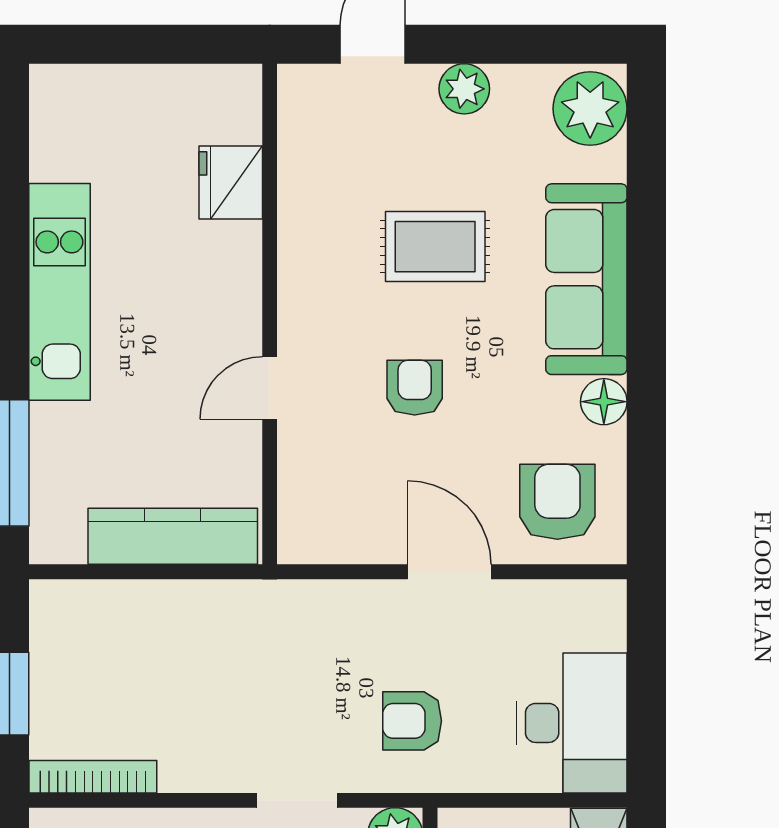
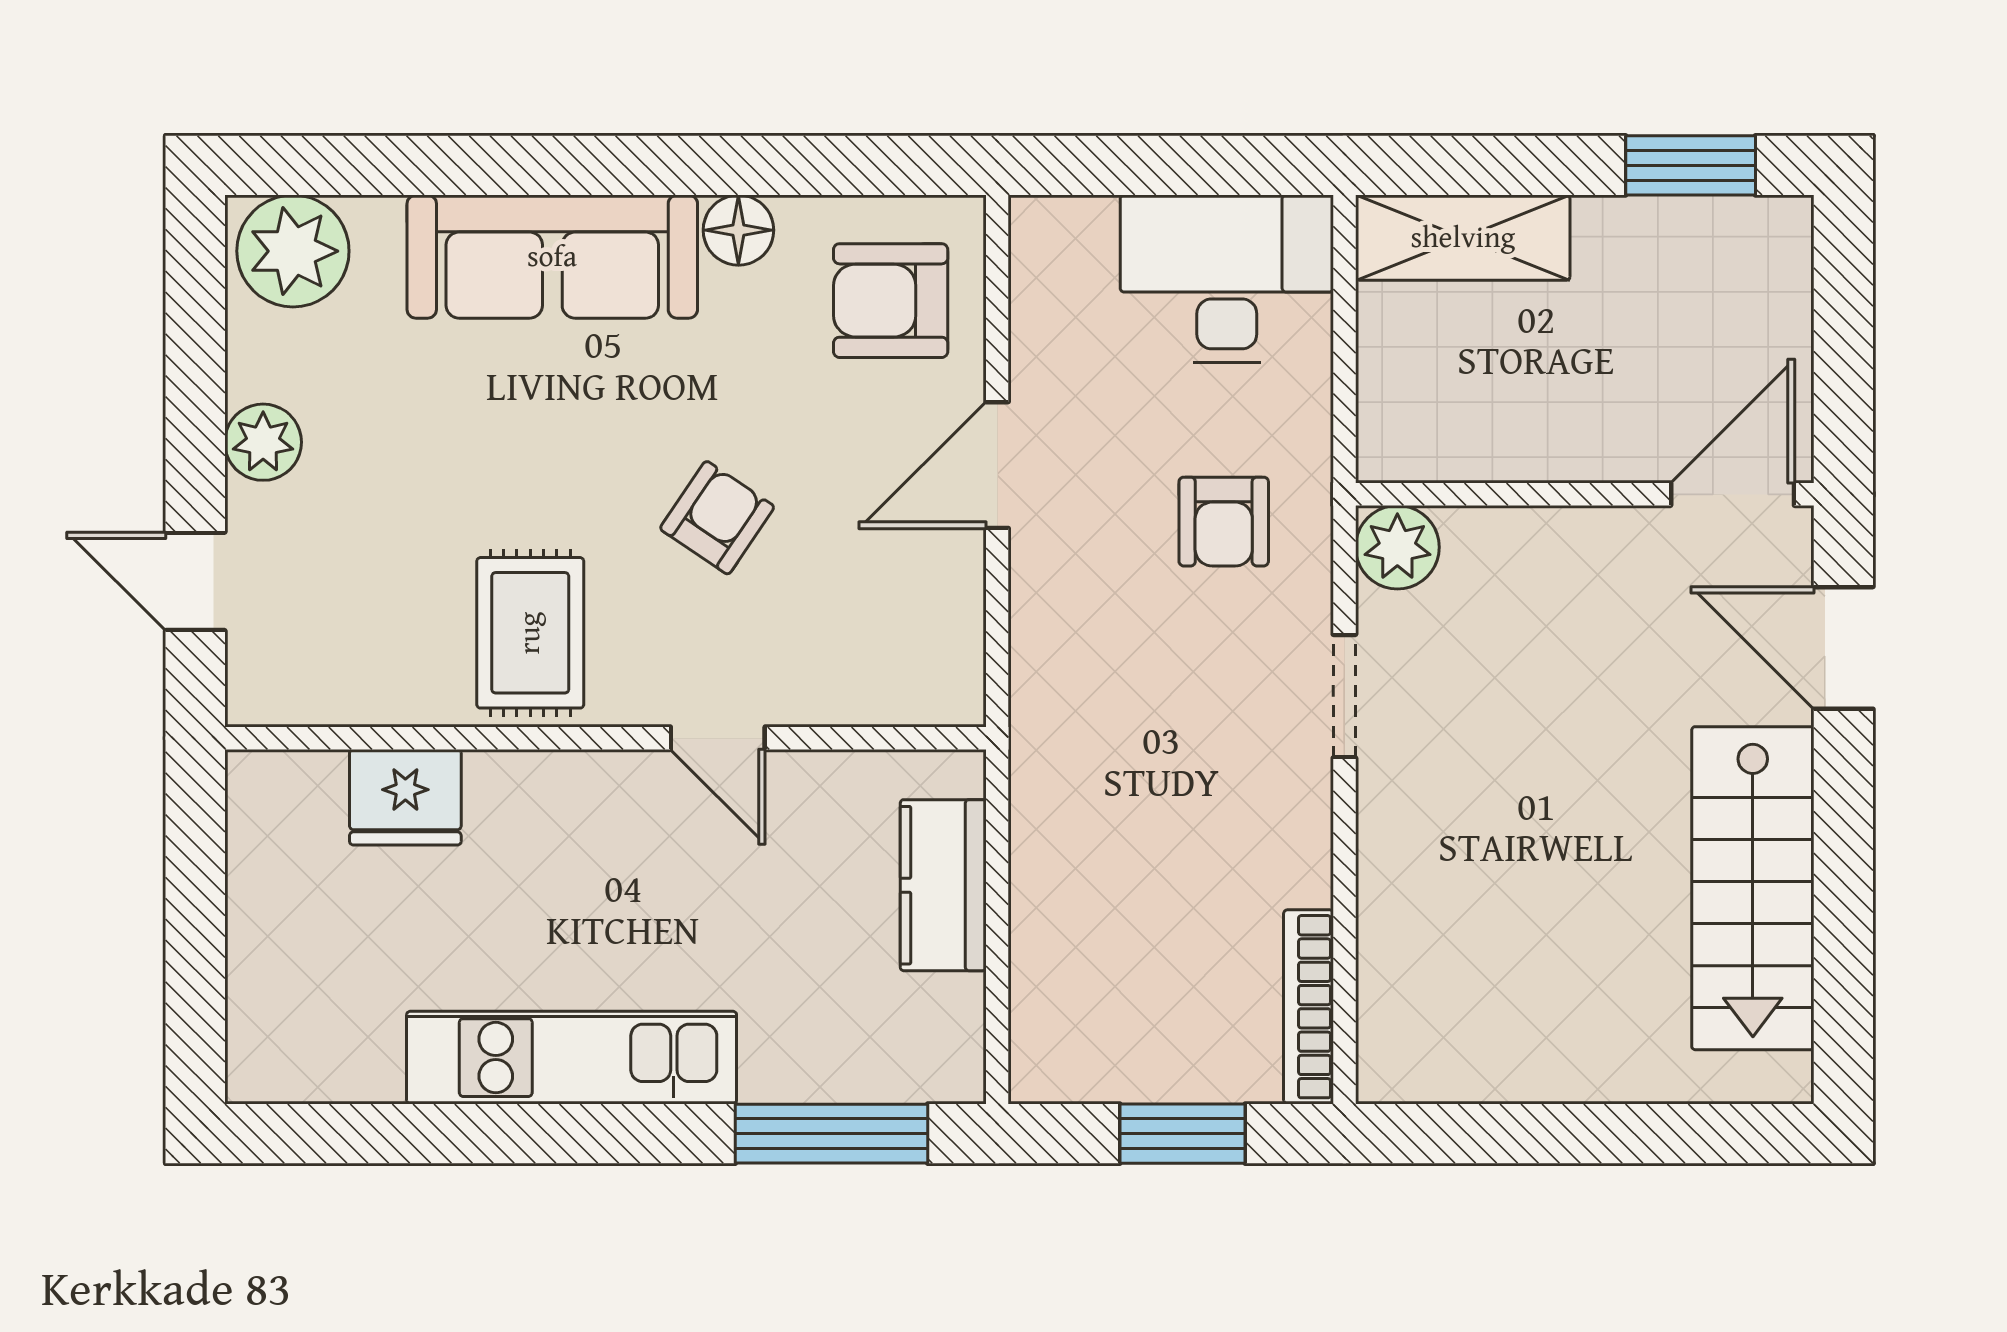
rug: (435, 247) -> (530, 633), moved
armchair: (415, 388) -> (717, 518), turned 124
kitchen counter: (173, 536) -> (943, 885), width x0.67

